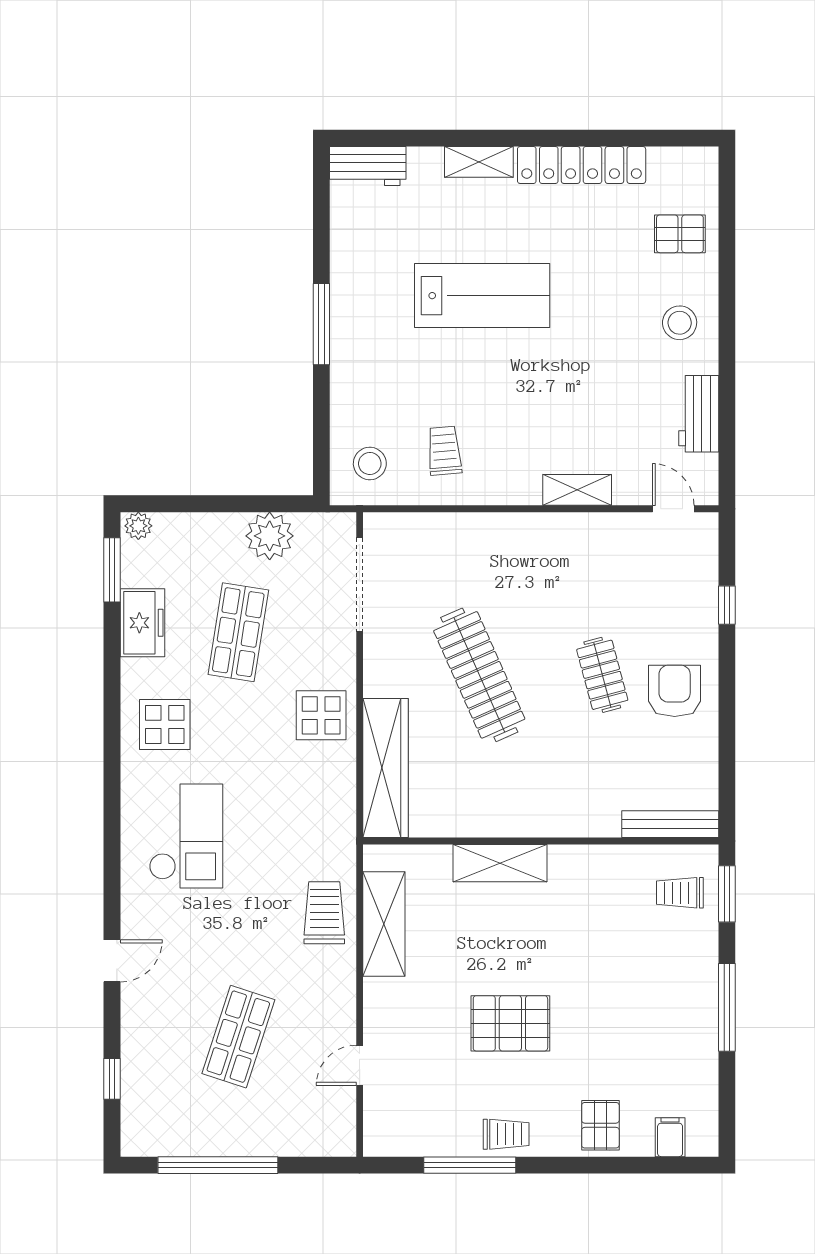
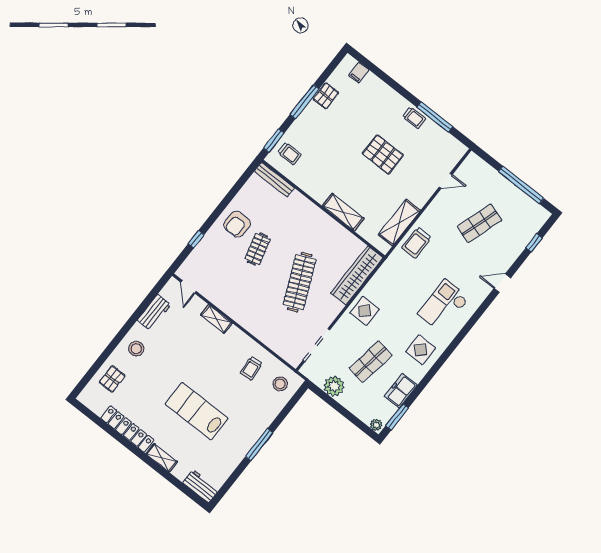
pallet: (680, 234) -> (112, 379), turned 90
pallet: (600, 1125) -> (326, 96), moved
trolley: (506, 1134) -> (414, 118), turned 180

